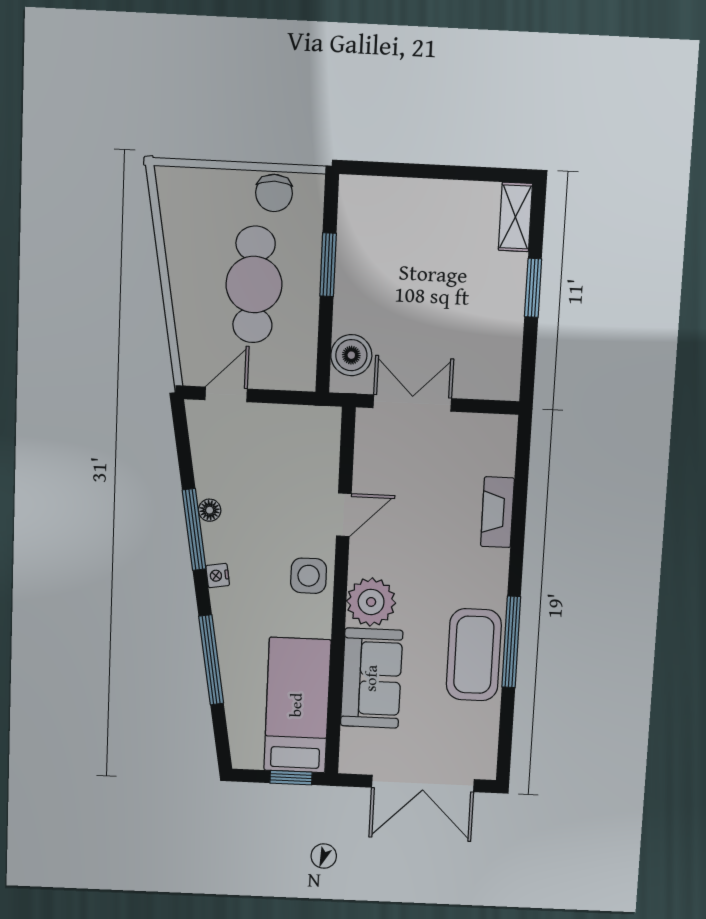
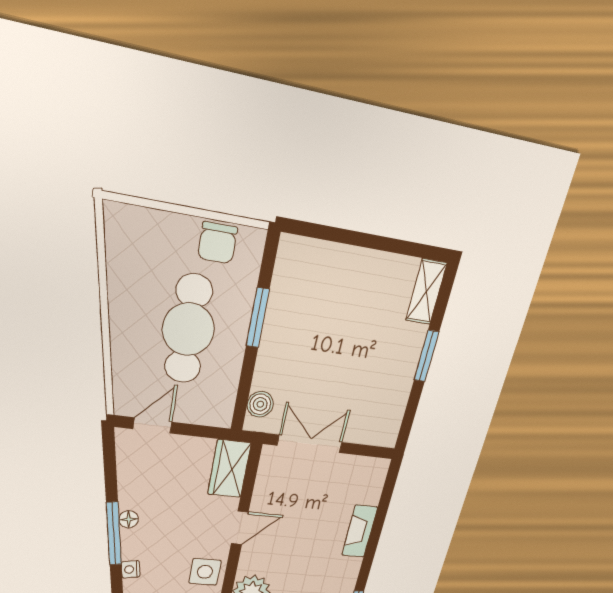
boiler: (351, 355) -> (260, 404), width x0.73, depth x0.73
wardrobe: (321, 440) -> (229, 469), added

